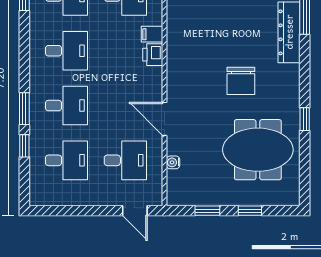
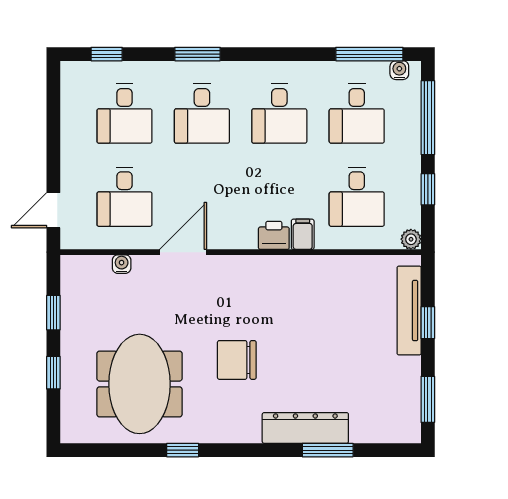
window: (24, 146) -> (107, 54), moved

